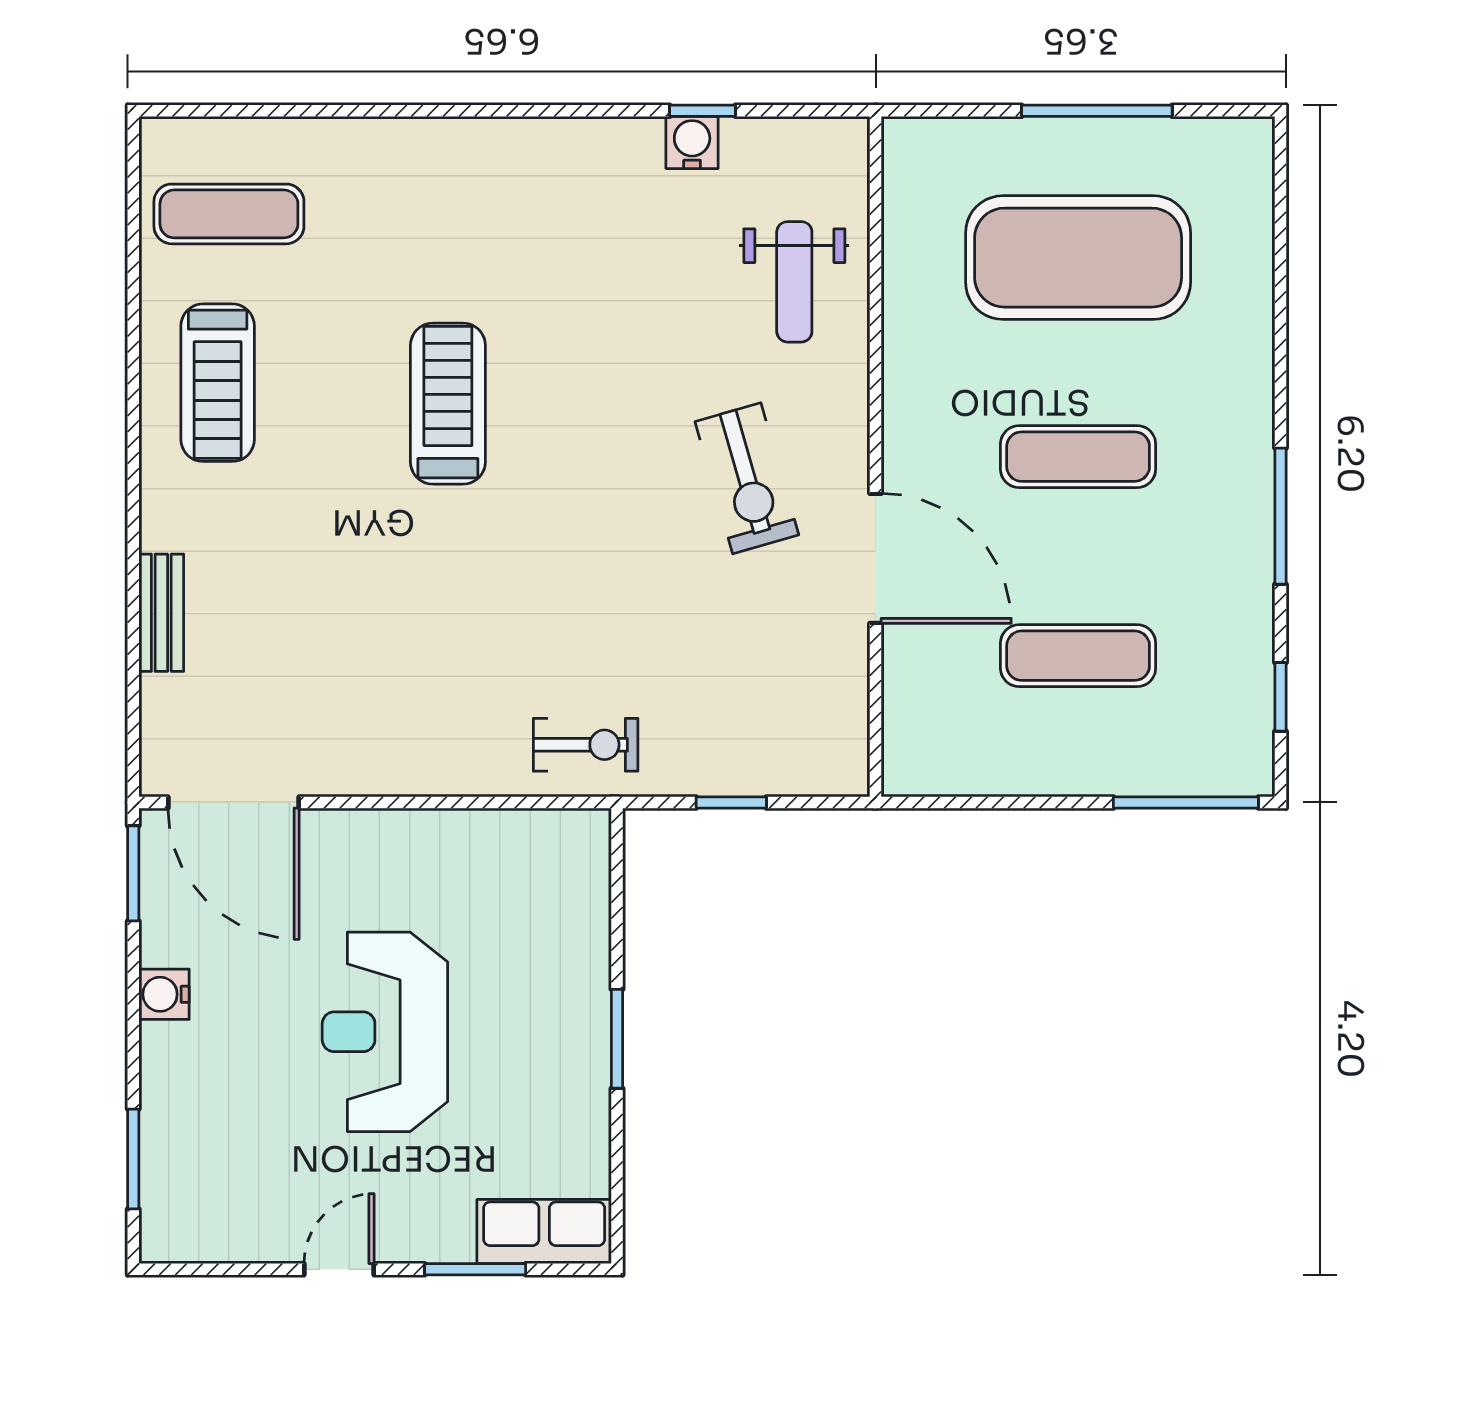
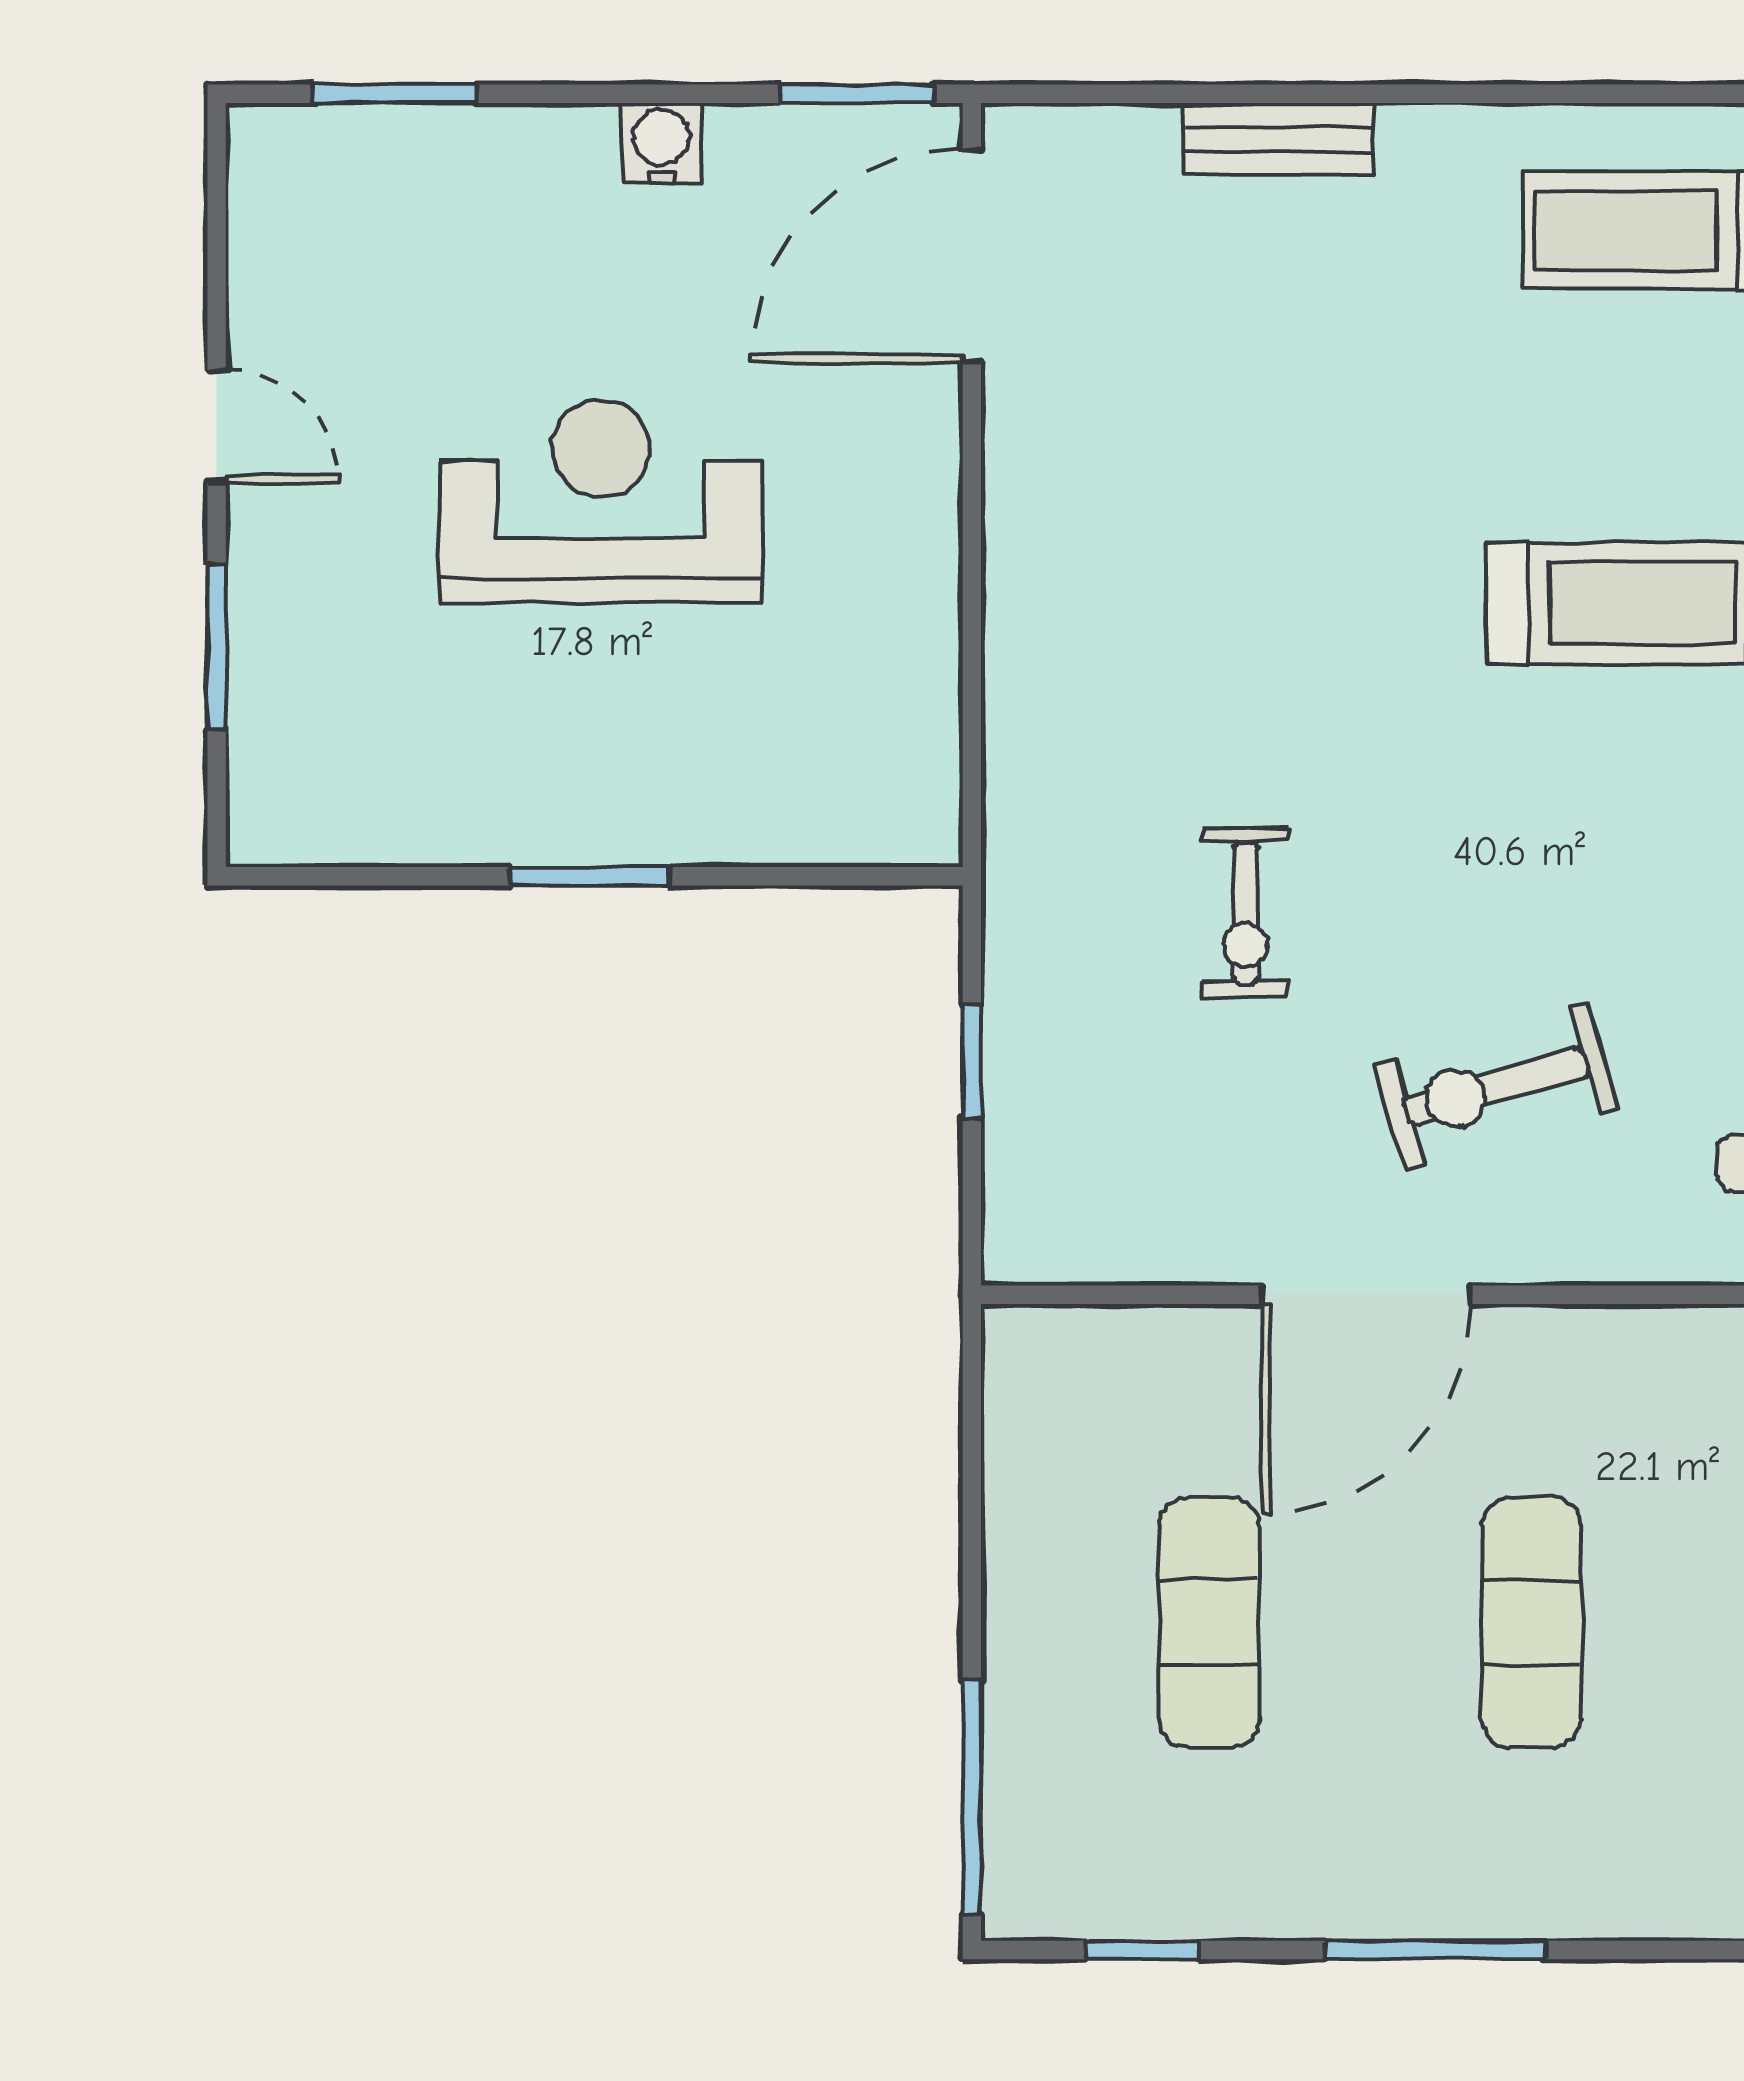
exercise bike: (586, 745) -> (1245, 913), moved
row of seats: (544, 1232) -> (278, 759), removed

